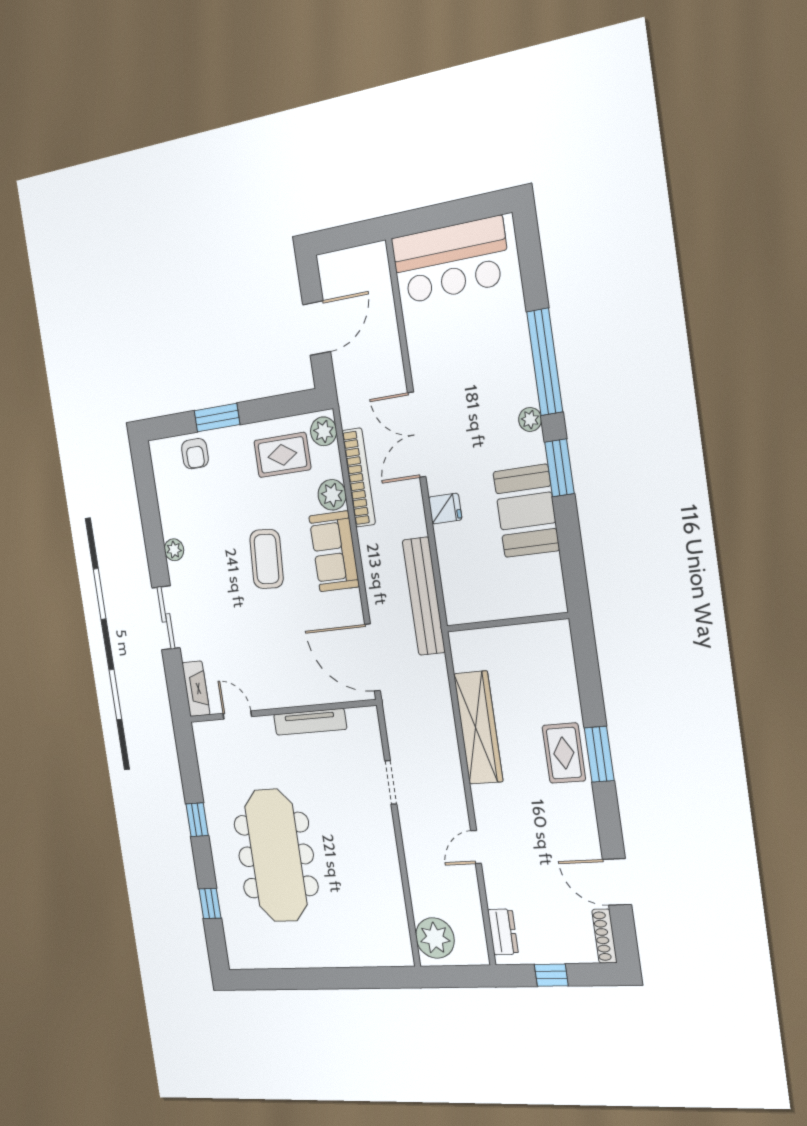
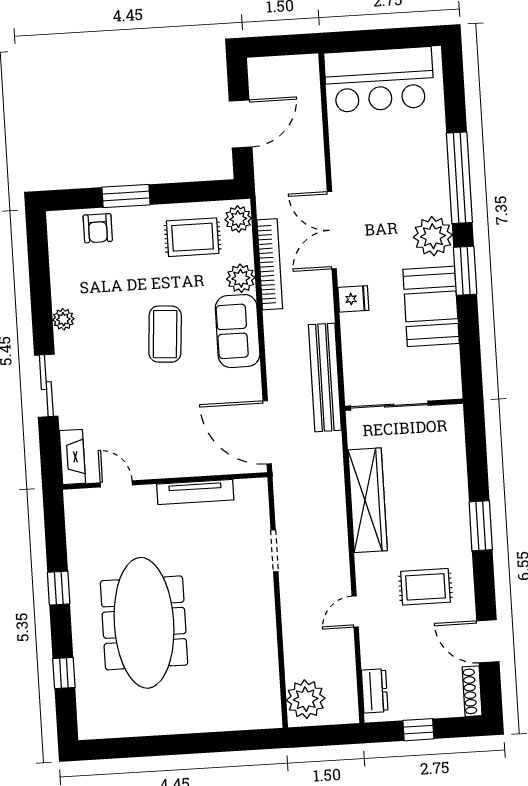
plant: (530, 419) -> (433, 236), width x1.88, depth x1.88
sliding door: (492, 624) -> (389, 406), added
rug: (564, 753) -> (425, 587), moved, turned 90

